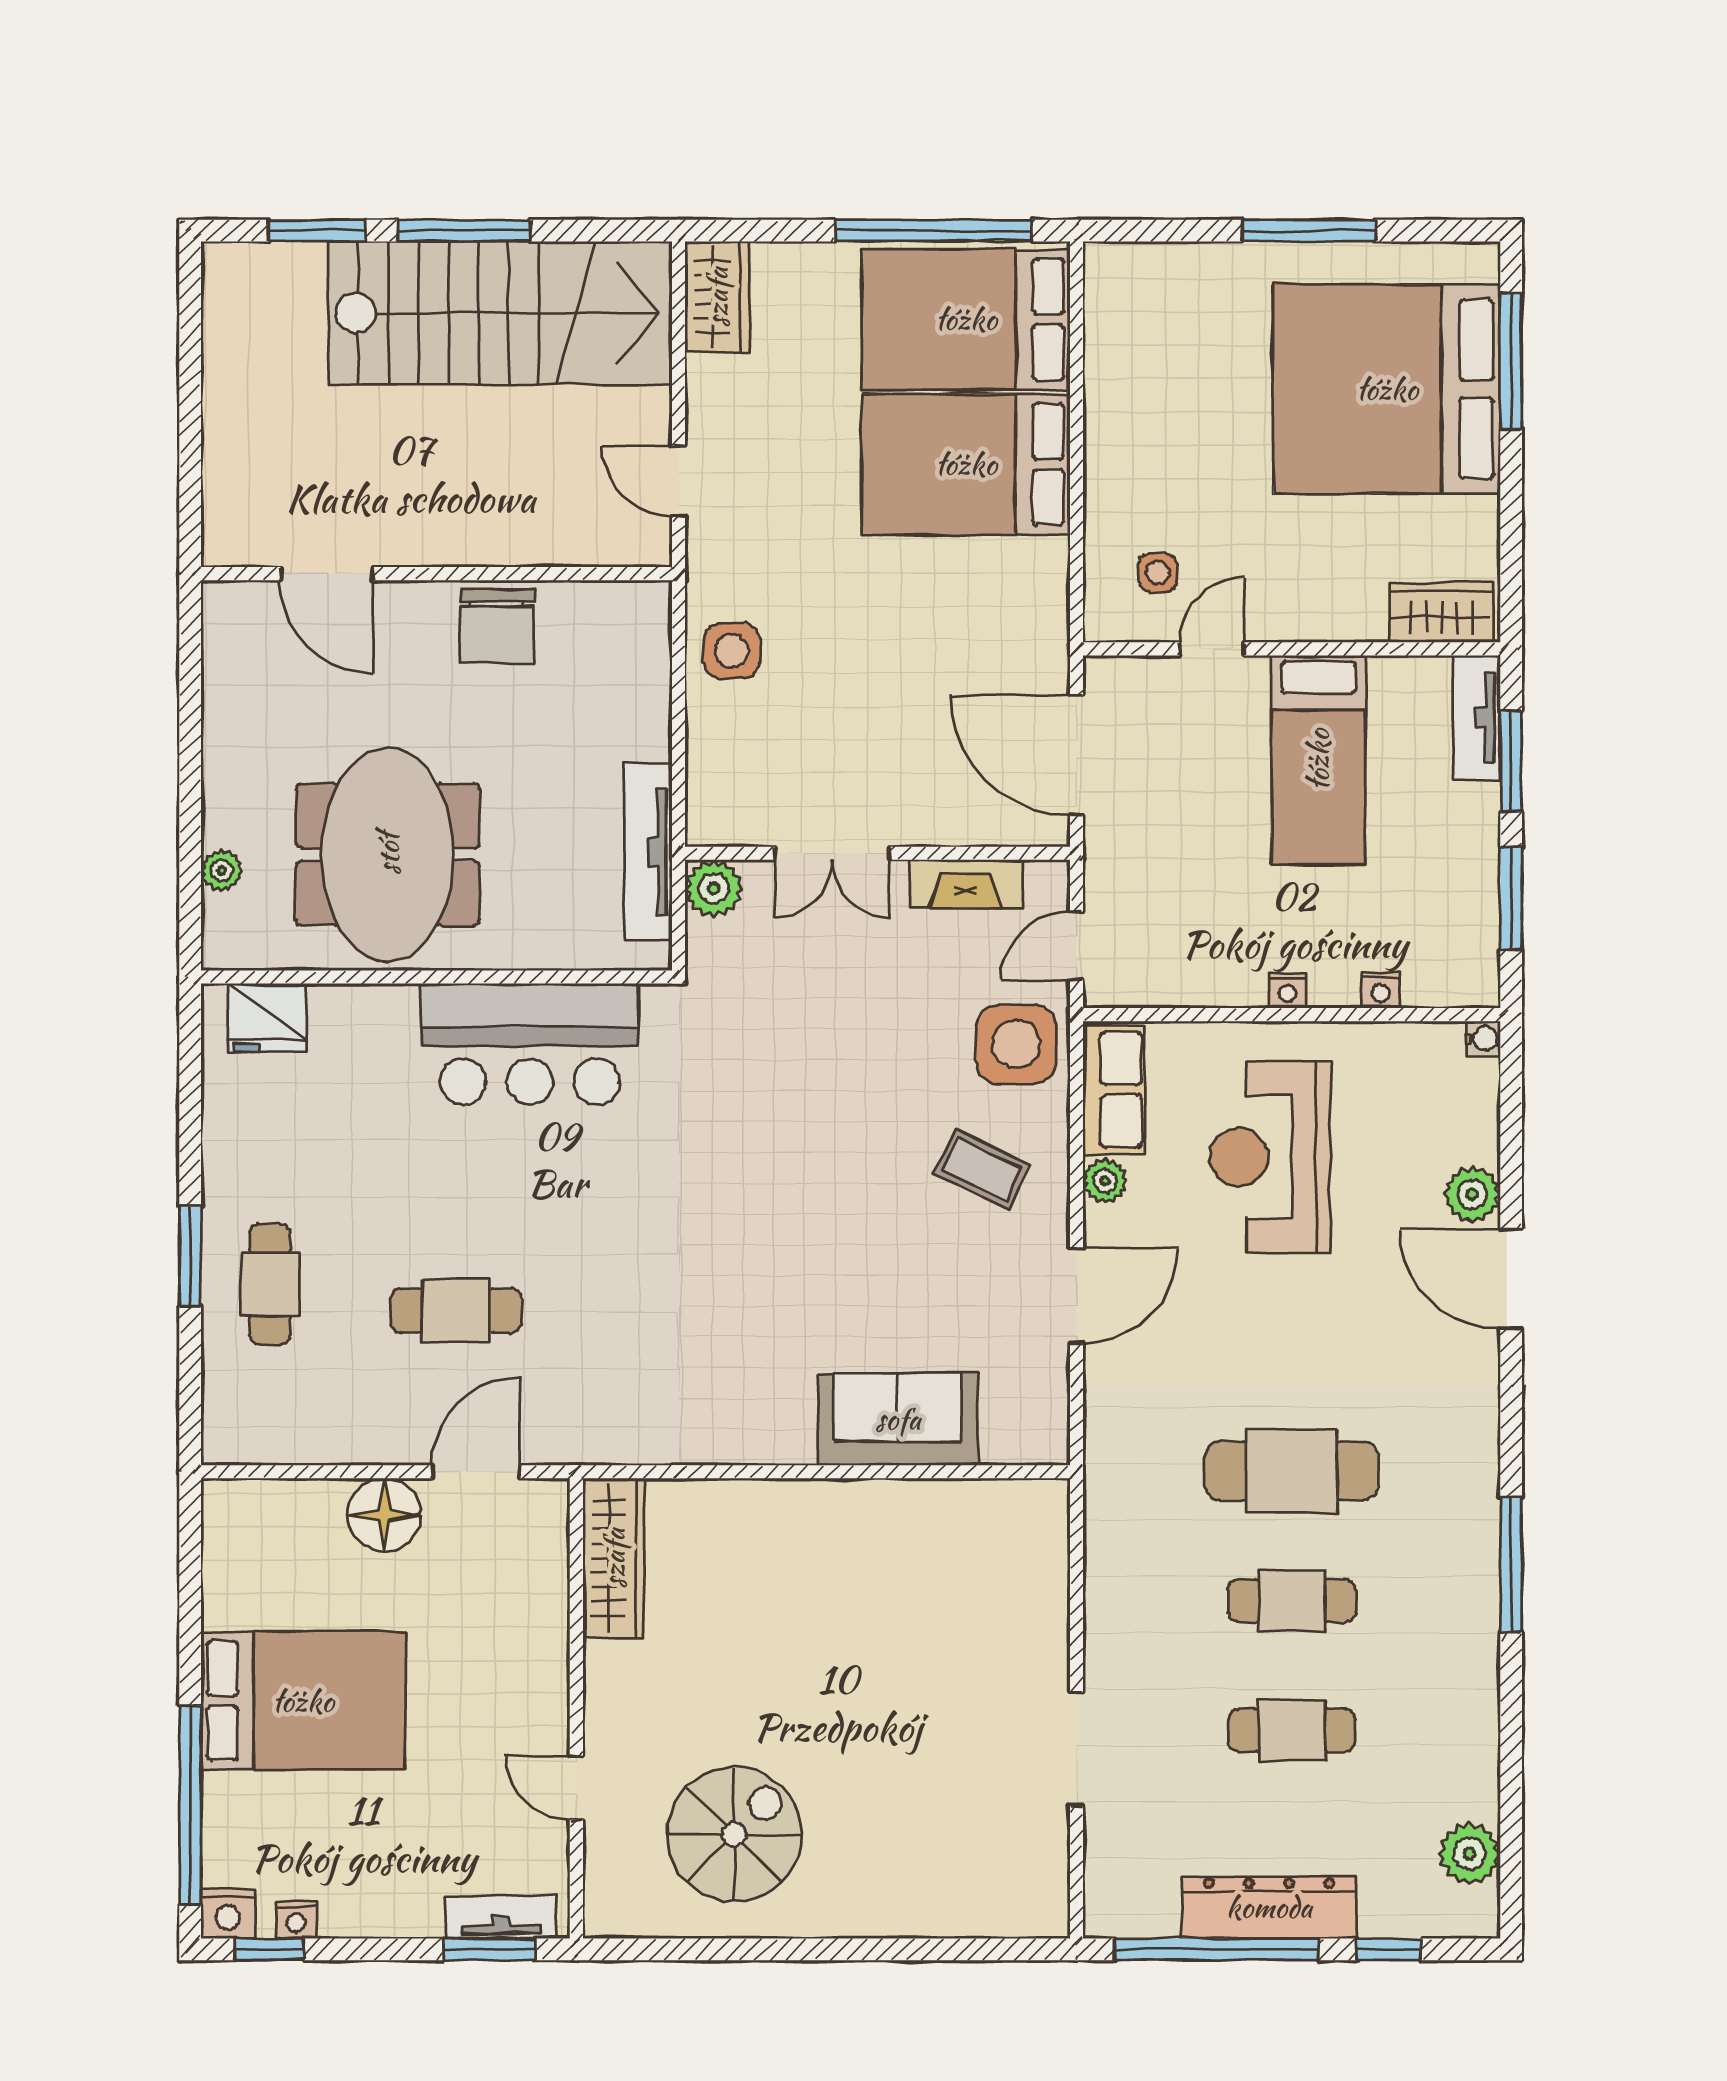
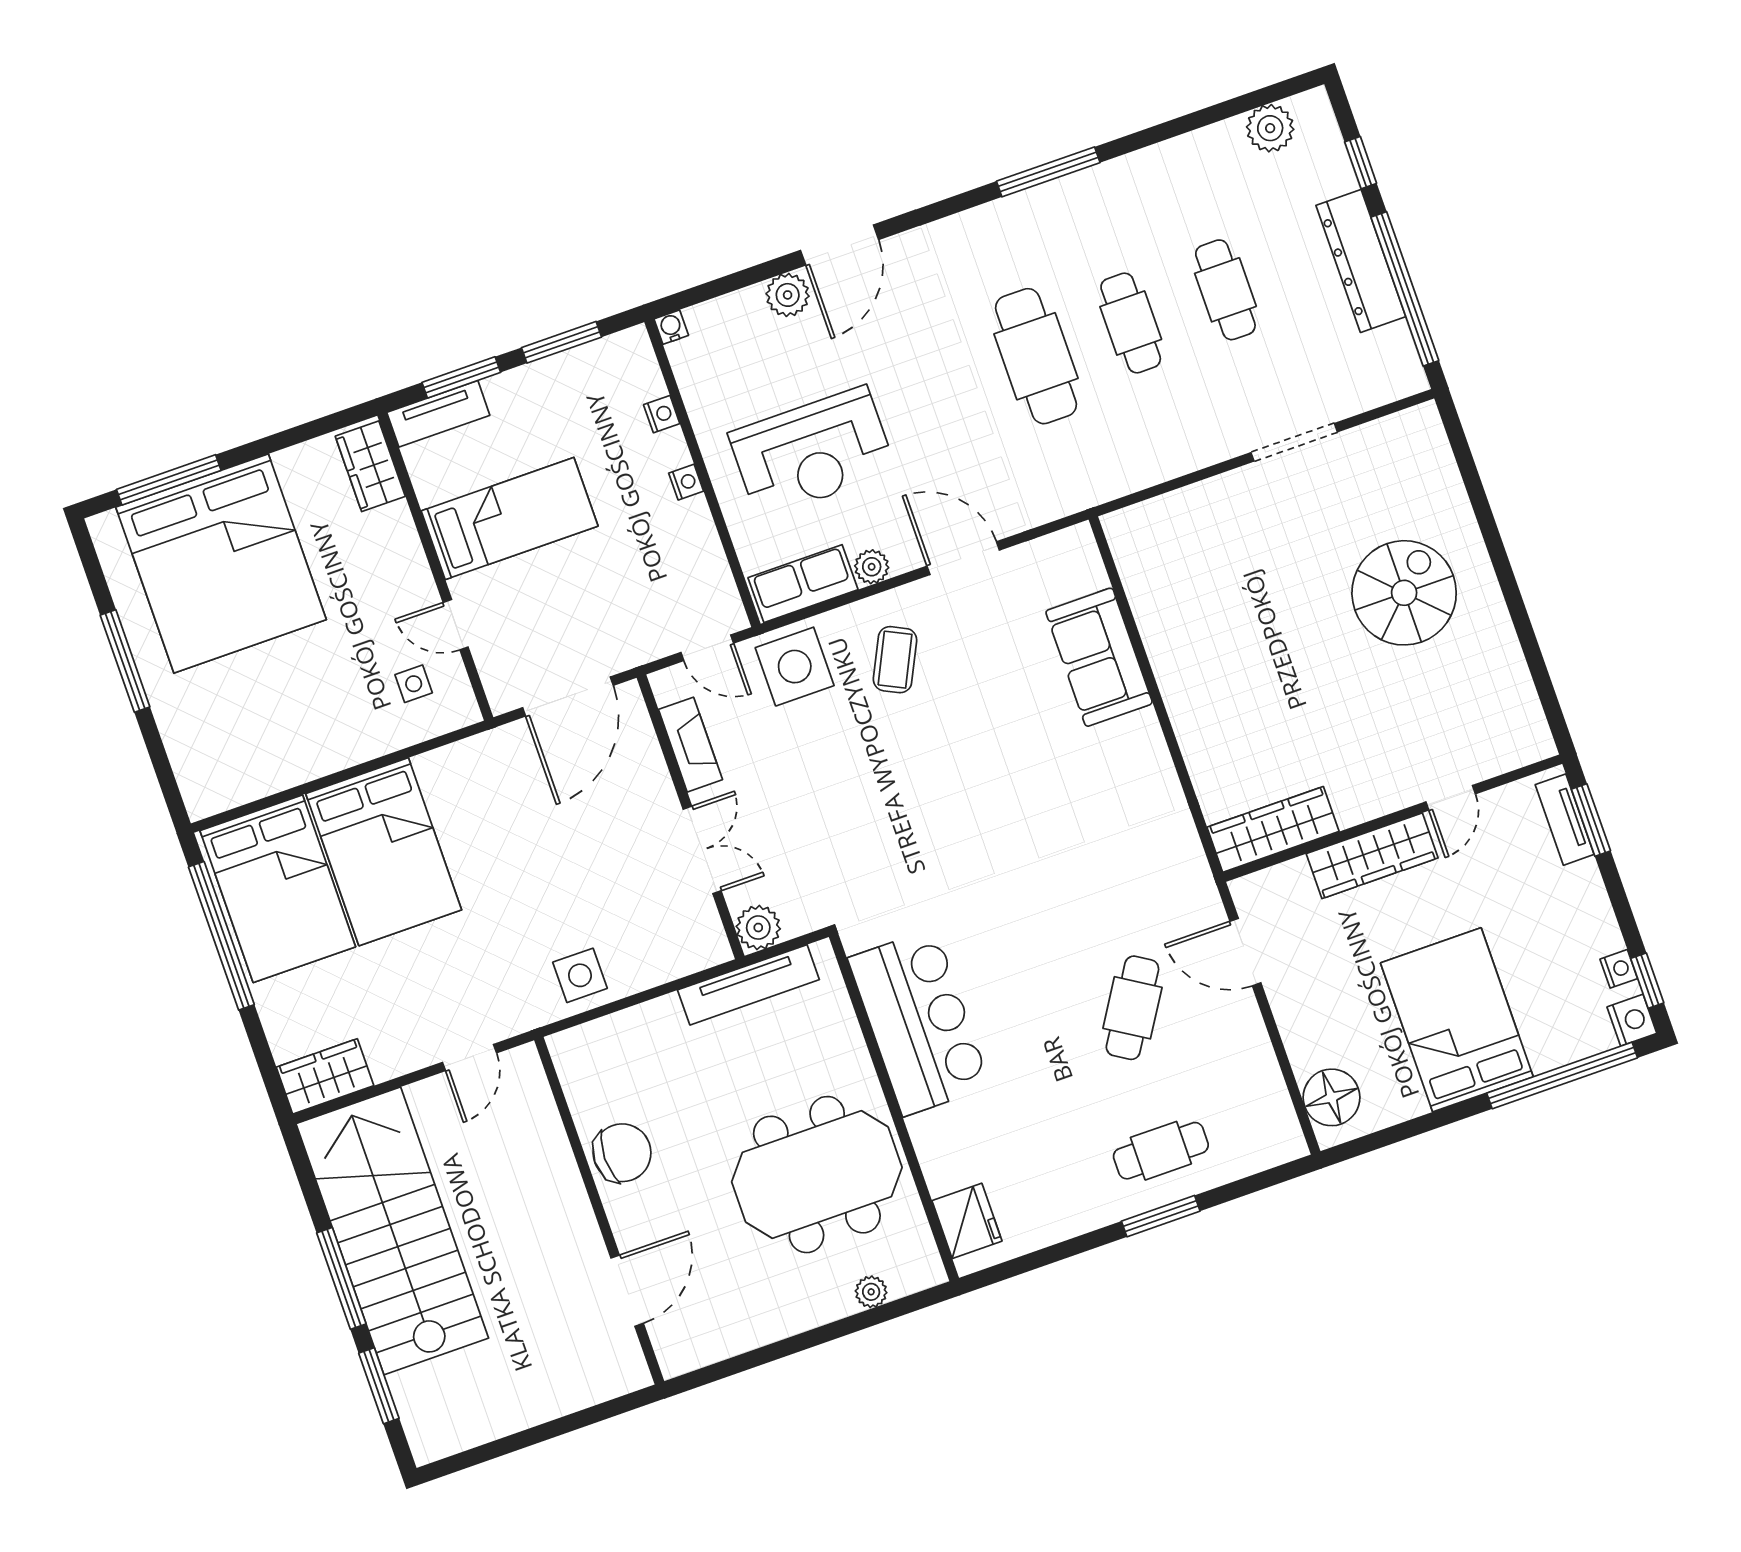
cafe table: (456, 1310) -> (1132, 1008), turned 32
floor lamp: (384, 1515) -> (1332, 1097), moved
wardrobe: (539, 1667) -> (1372, 856), added
spiral stairs: (734, 1834) -> (1404, 593), moved, turned 90

